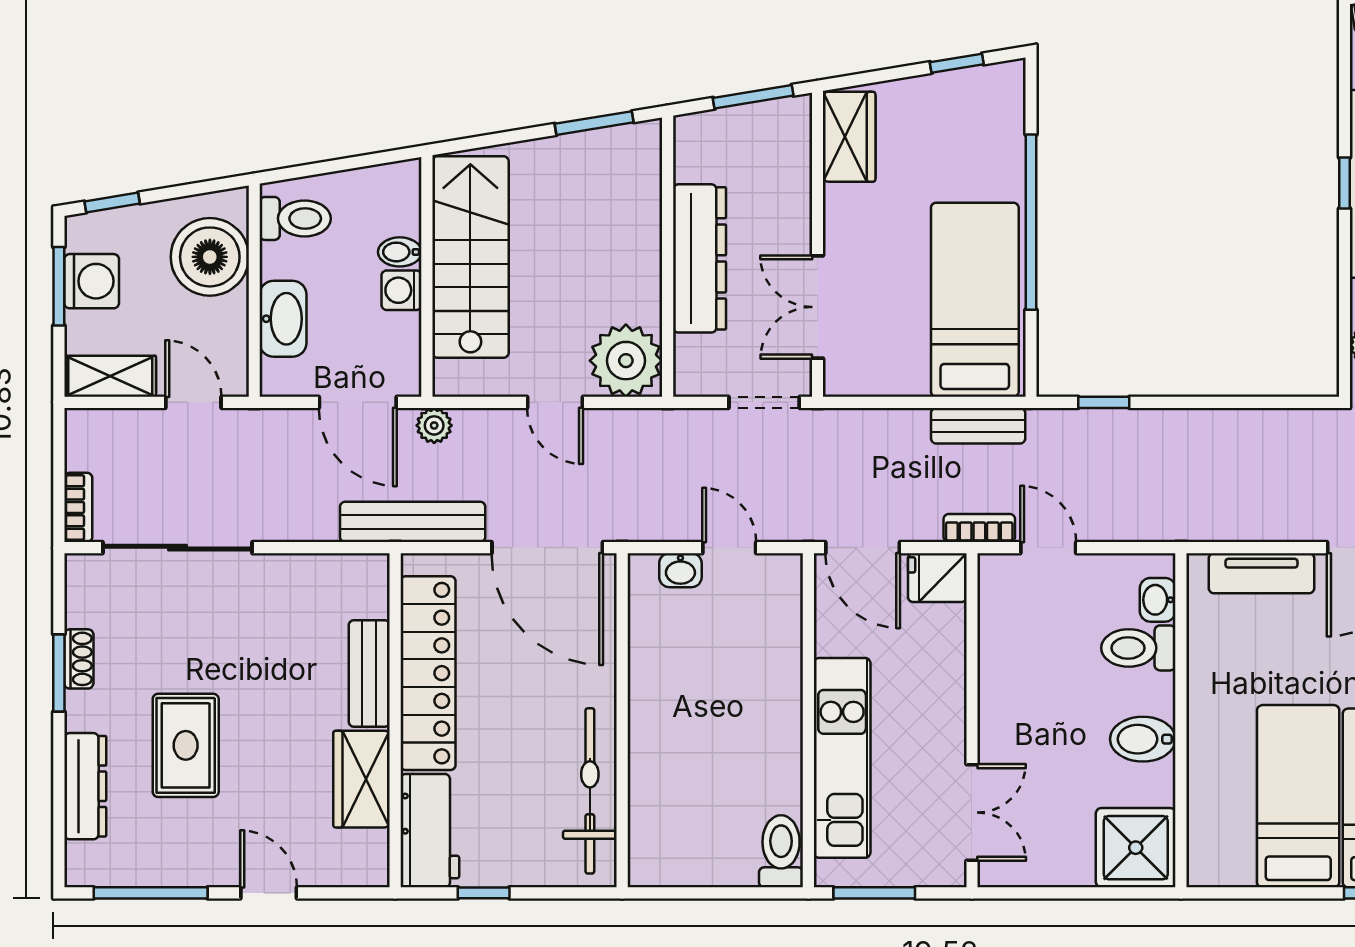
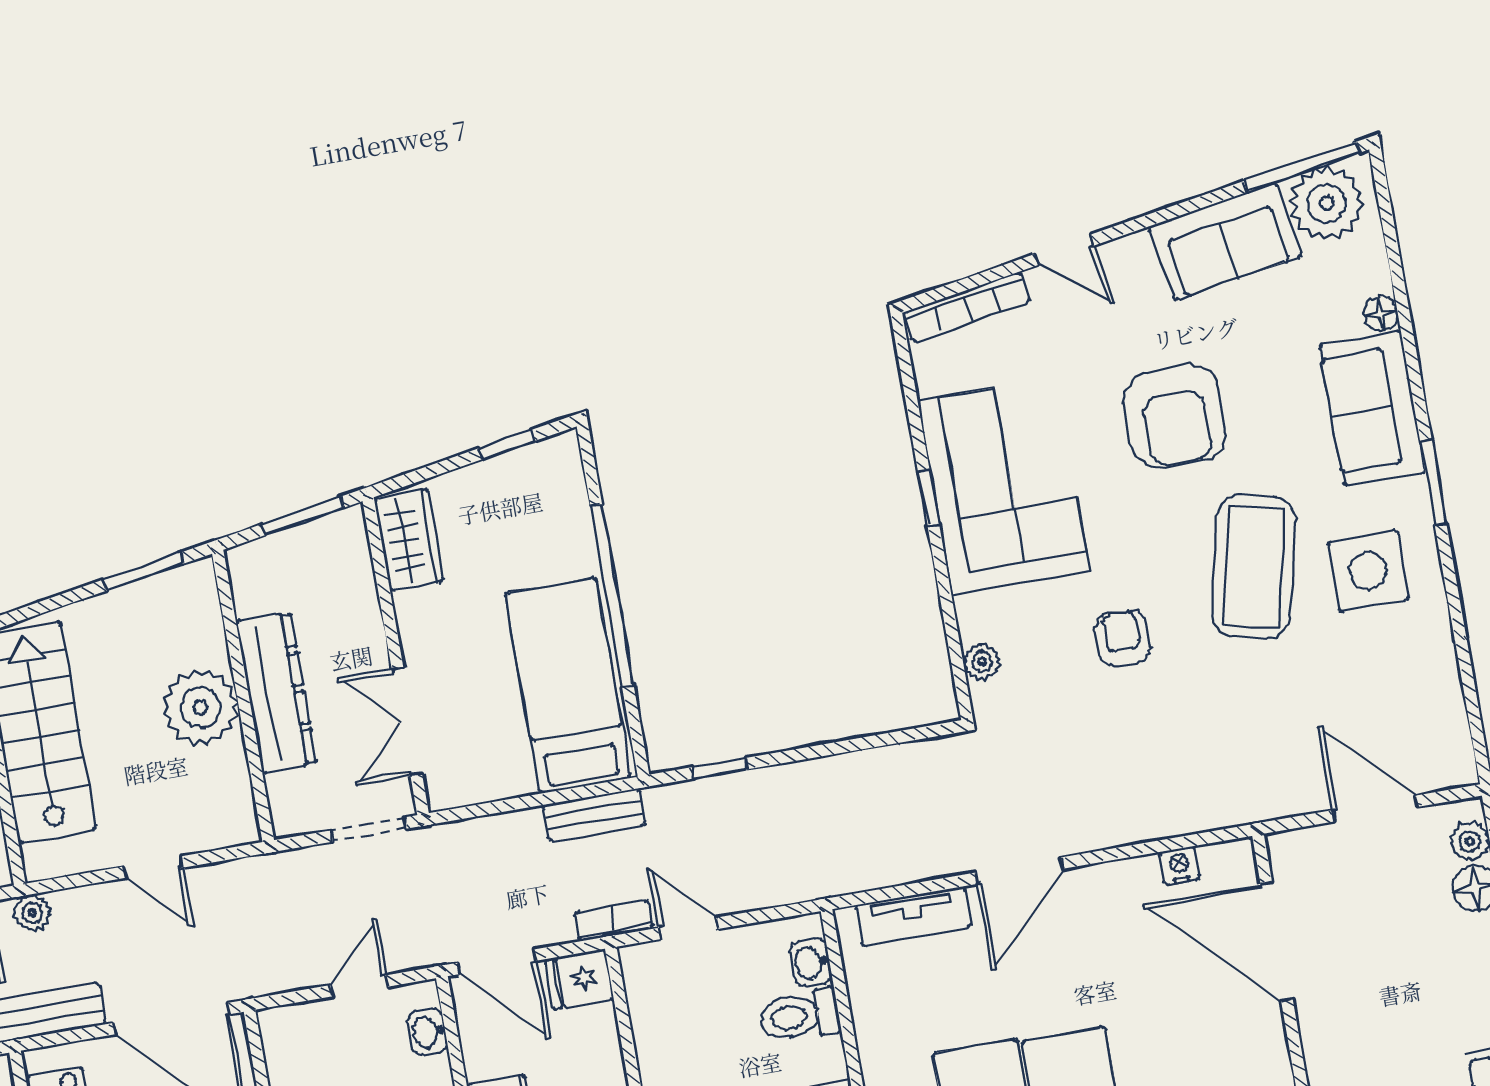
plant: (626, 361) -> (201, 707), moved
door: (729, 548) -> (359, 986), hinge flipped
washbasin: (680, 570) -> (427, 1032), moved, turned 90

